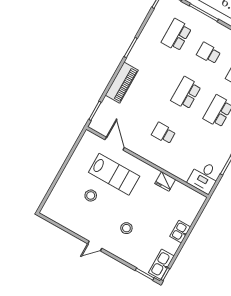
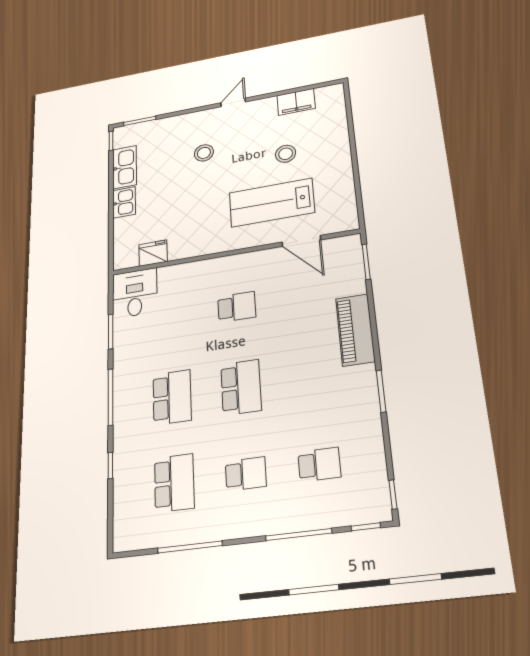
school desk: (176, 35) -> (319, 465), width x0.54
fridge: (165, 181) -> (153, 253), moved
filing cabinet: (67, 221) -> (296, 102), added
kitchen sink: (161, 264) -> (125, 167), moved

